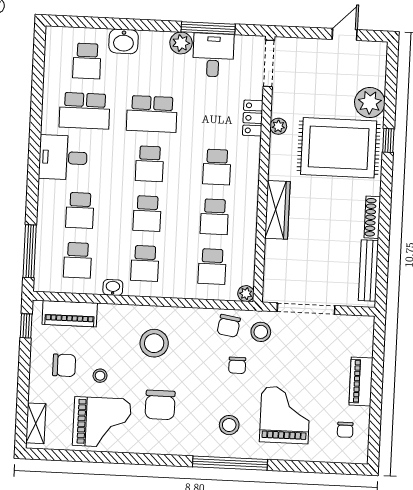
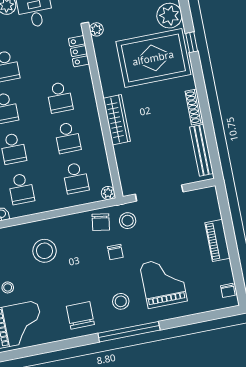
plant: (278, 126) -> (96, 29), moved
chair: (160, 405) -> (80, 315), moved, turned 180
chair: (345, 430) -> (228, 290), moved

